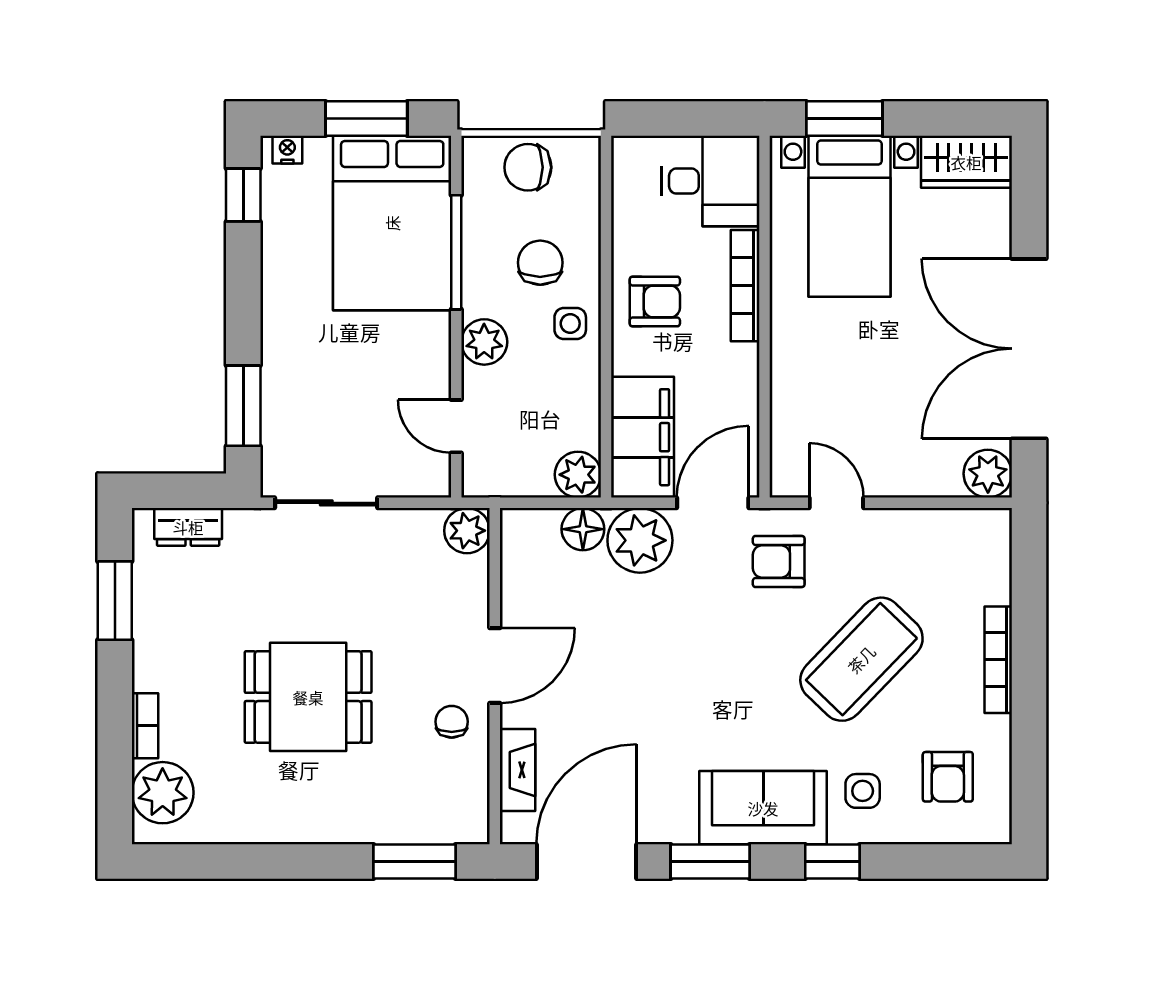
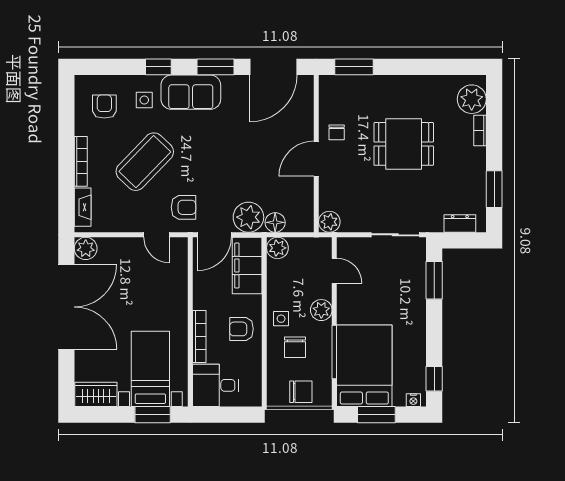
fireplace: (518, 770) -> (83, 207), moved, turned 180

